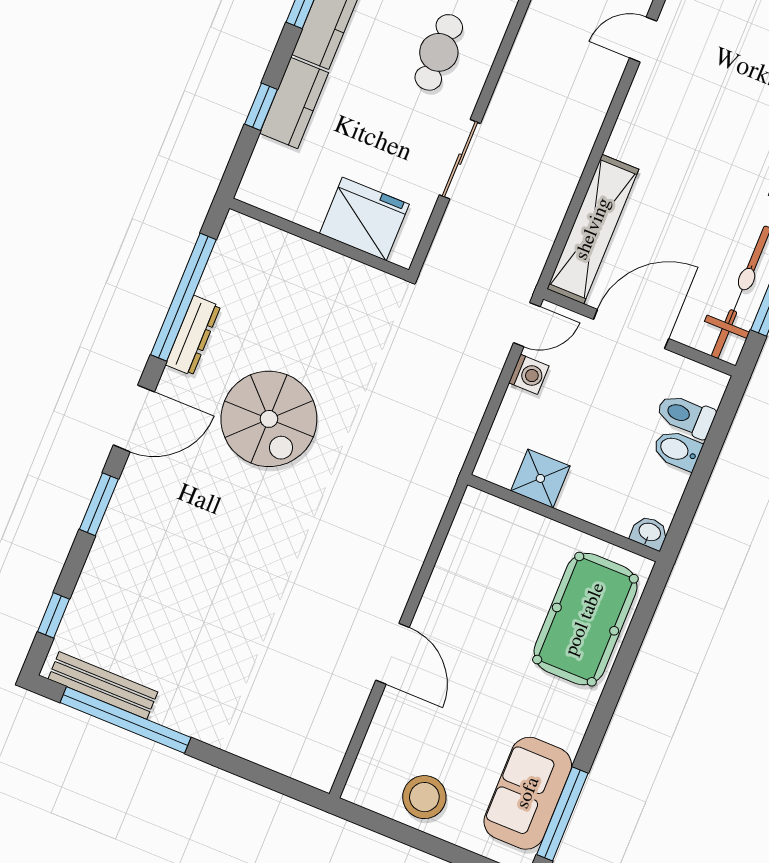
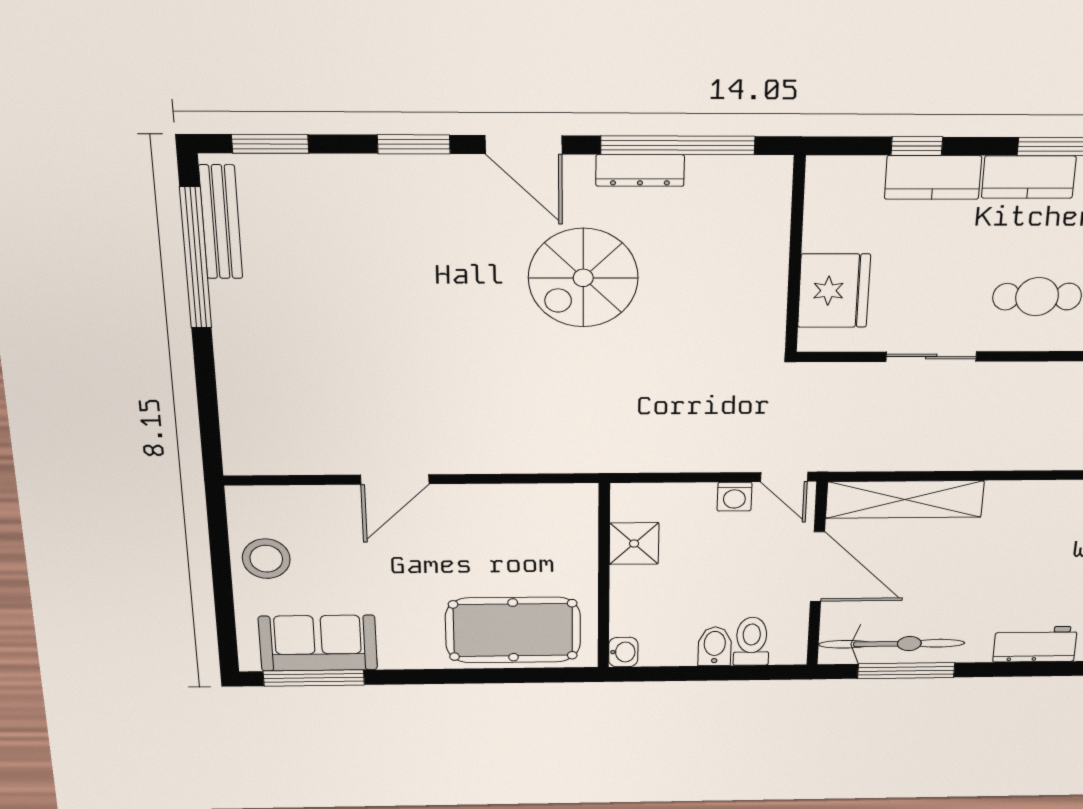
window: (53, 615) -> (270, 144), width x1.50

